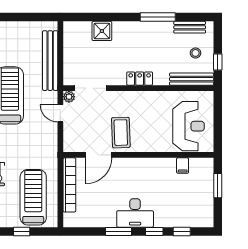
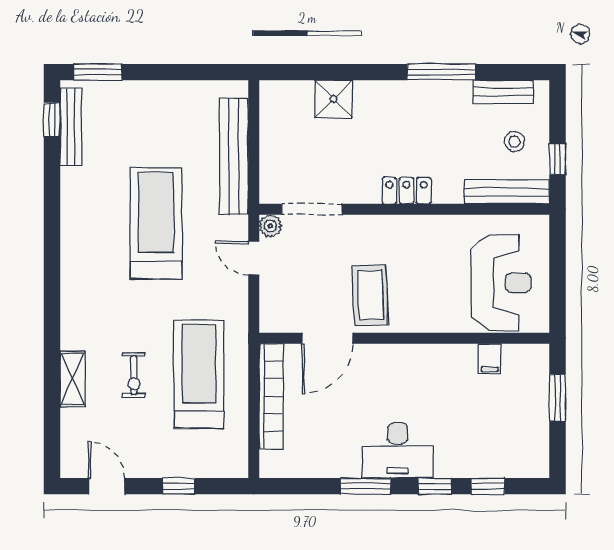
treadmill: (33, 197) -> (199, 374), moved

